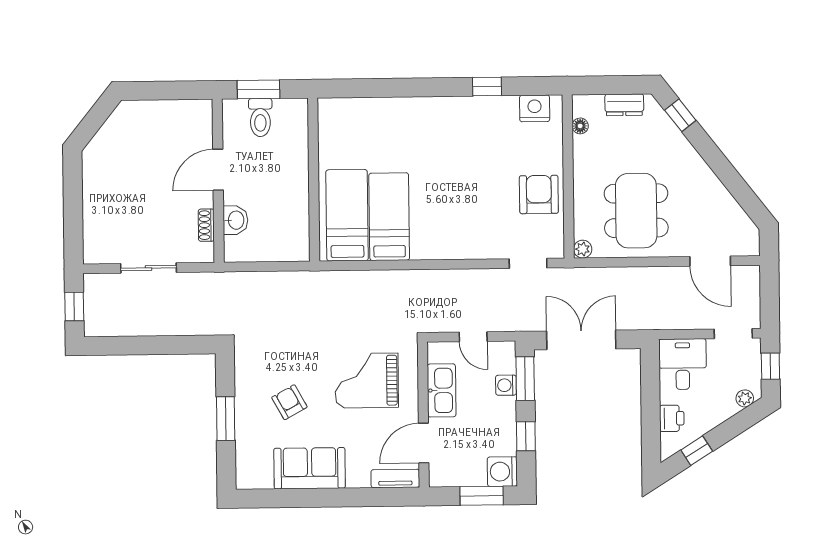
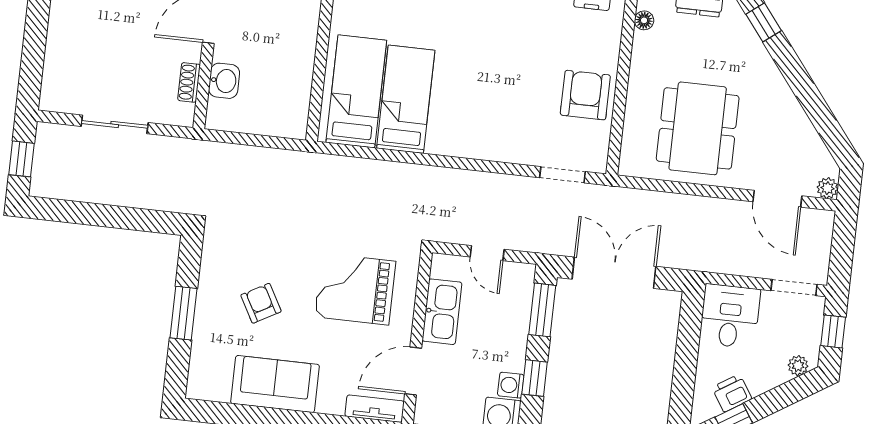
plant: (583, 249) -> (827, 188), moved
washing machine: (506, 385) -> (511, 385), moved
printer: (672, 418) -> (732, 393), moved, turned -122

